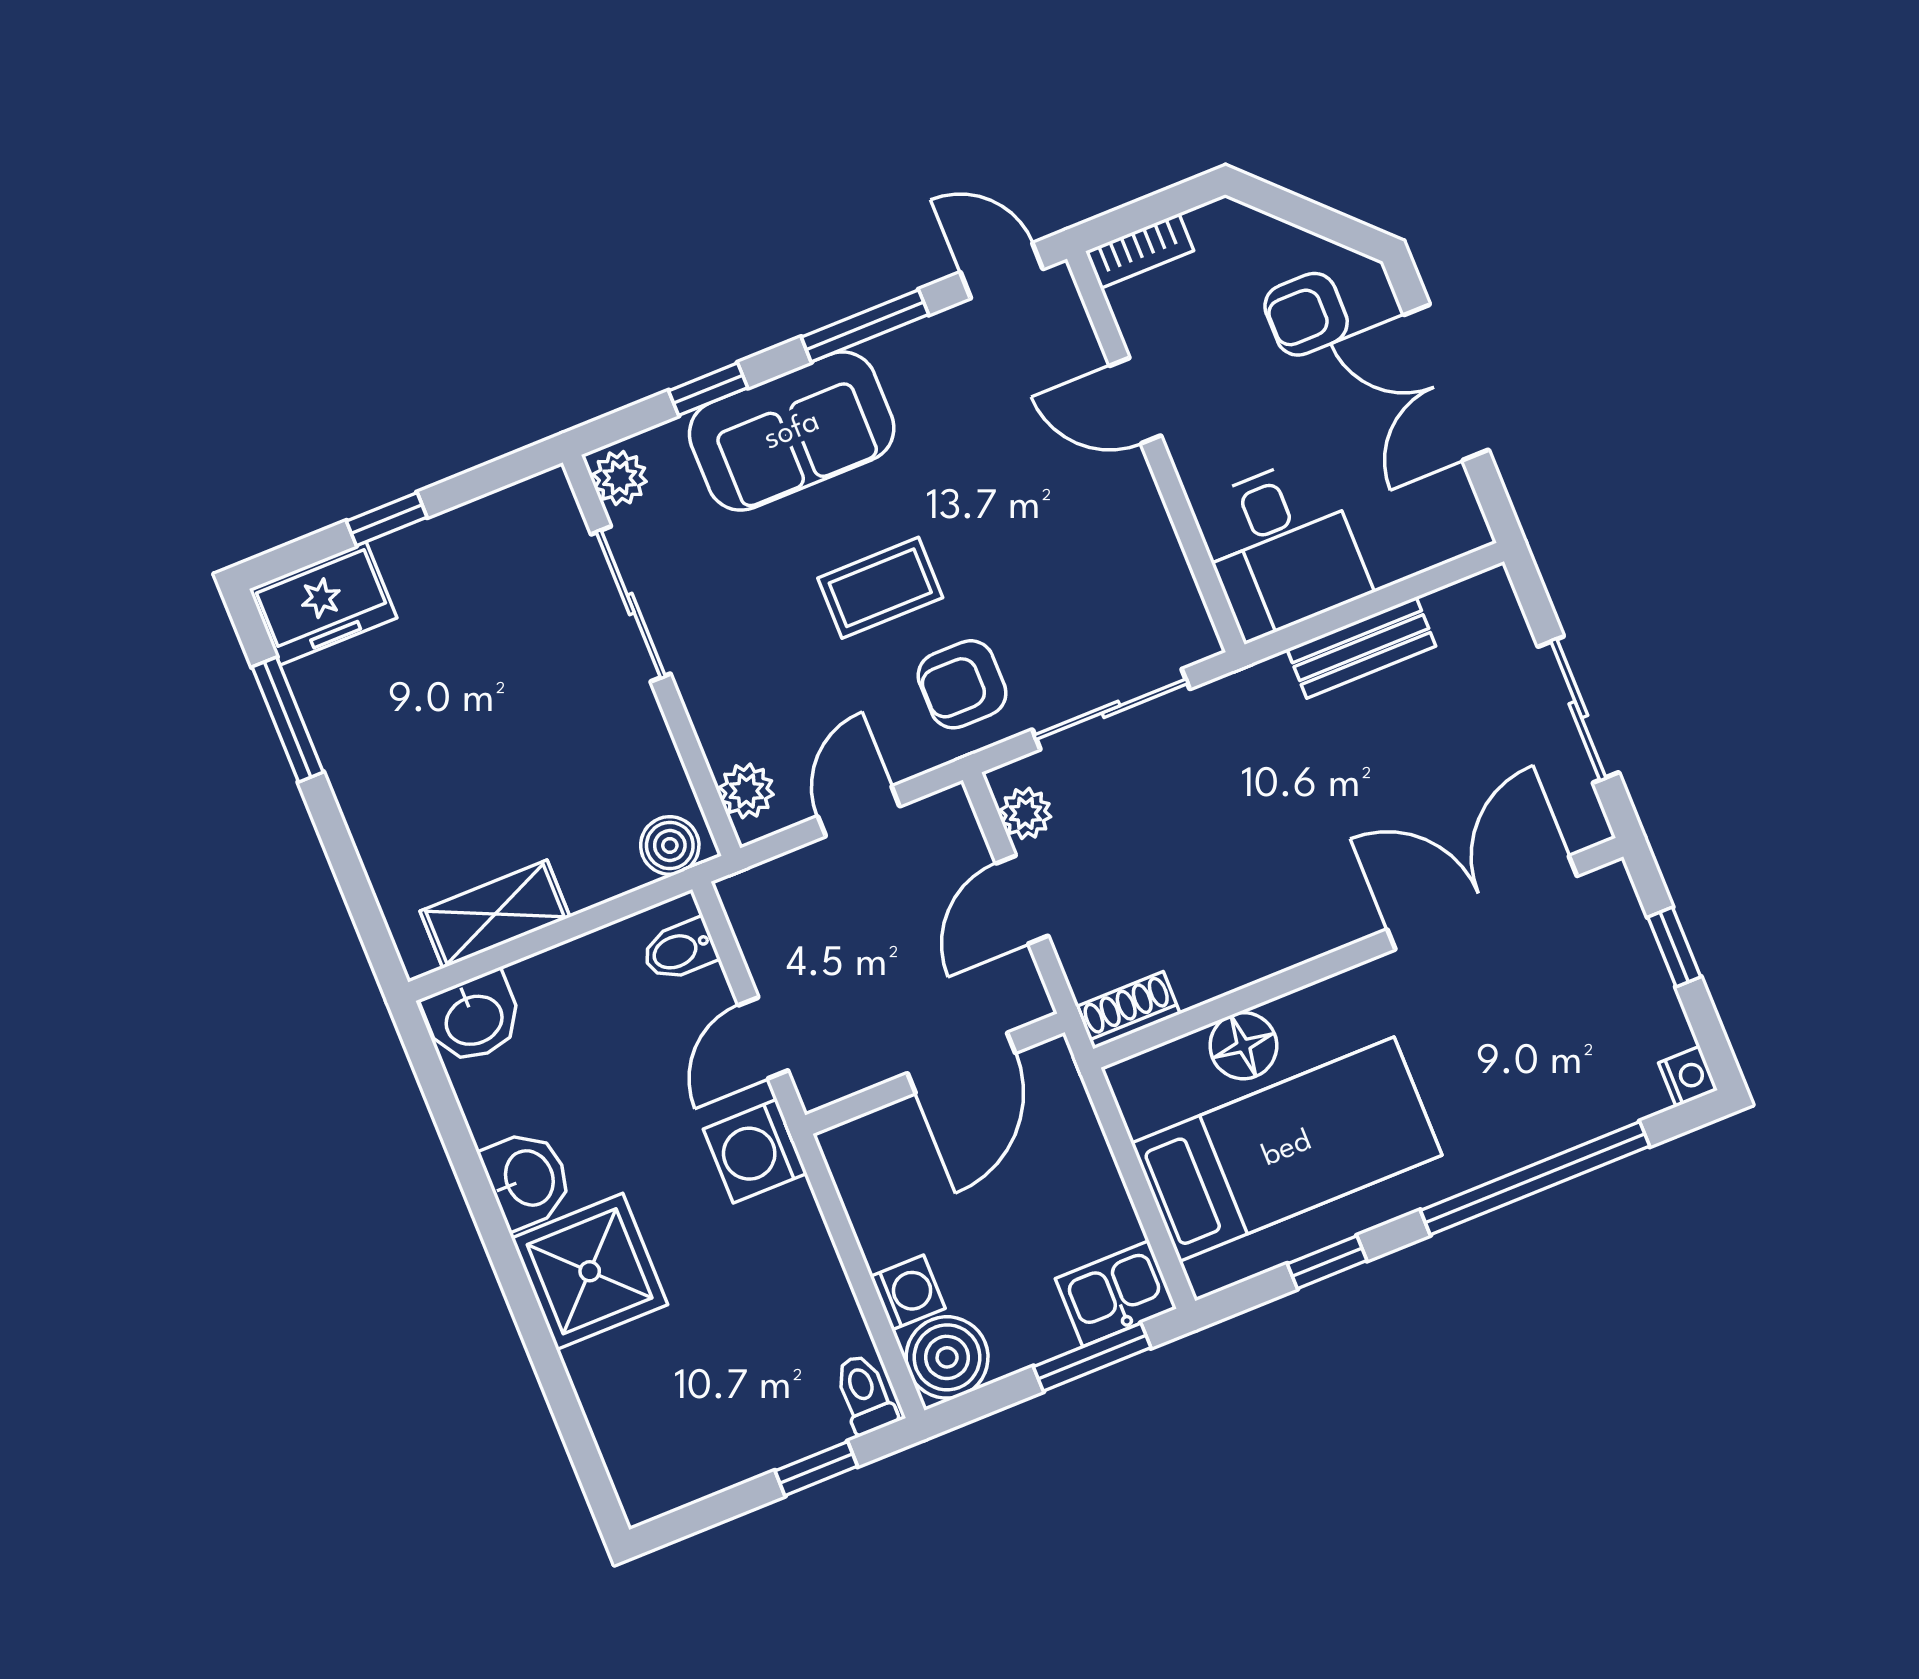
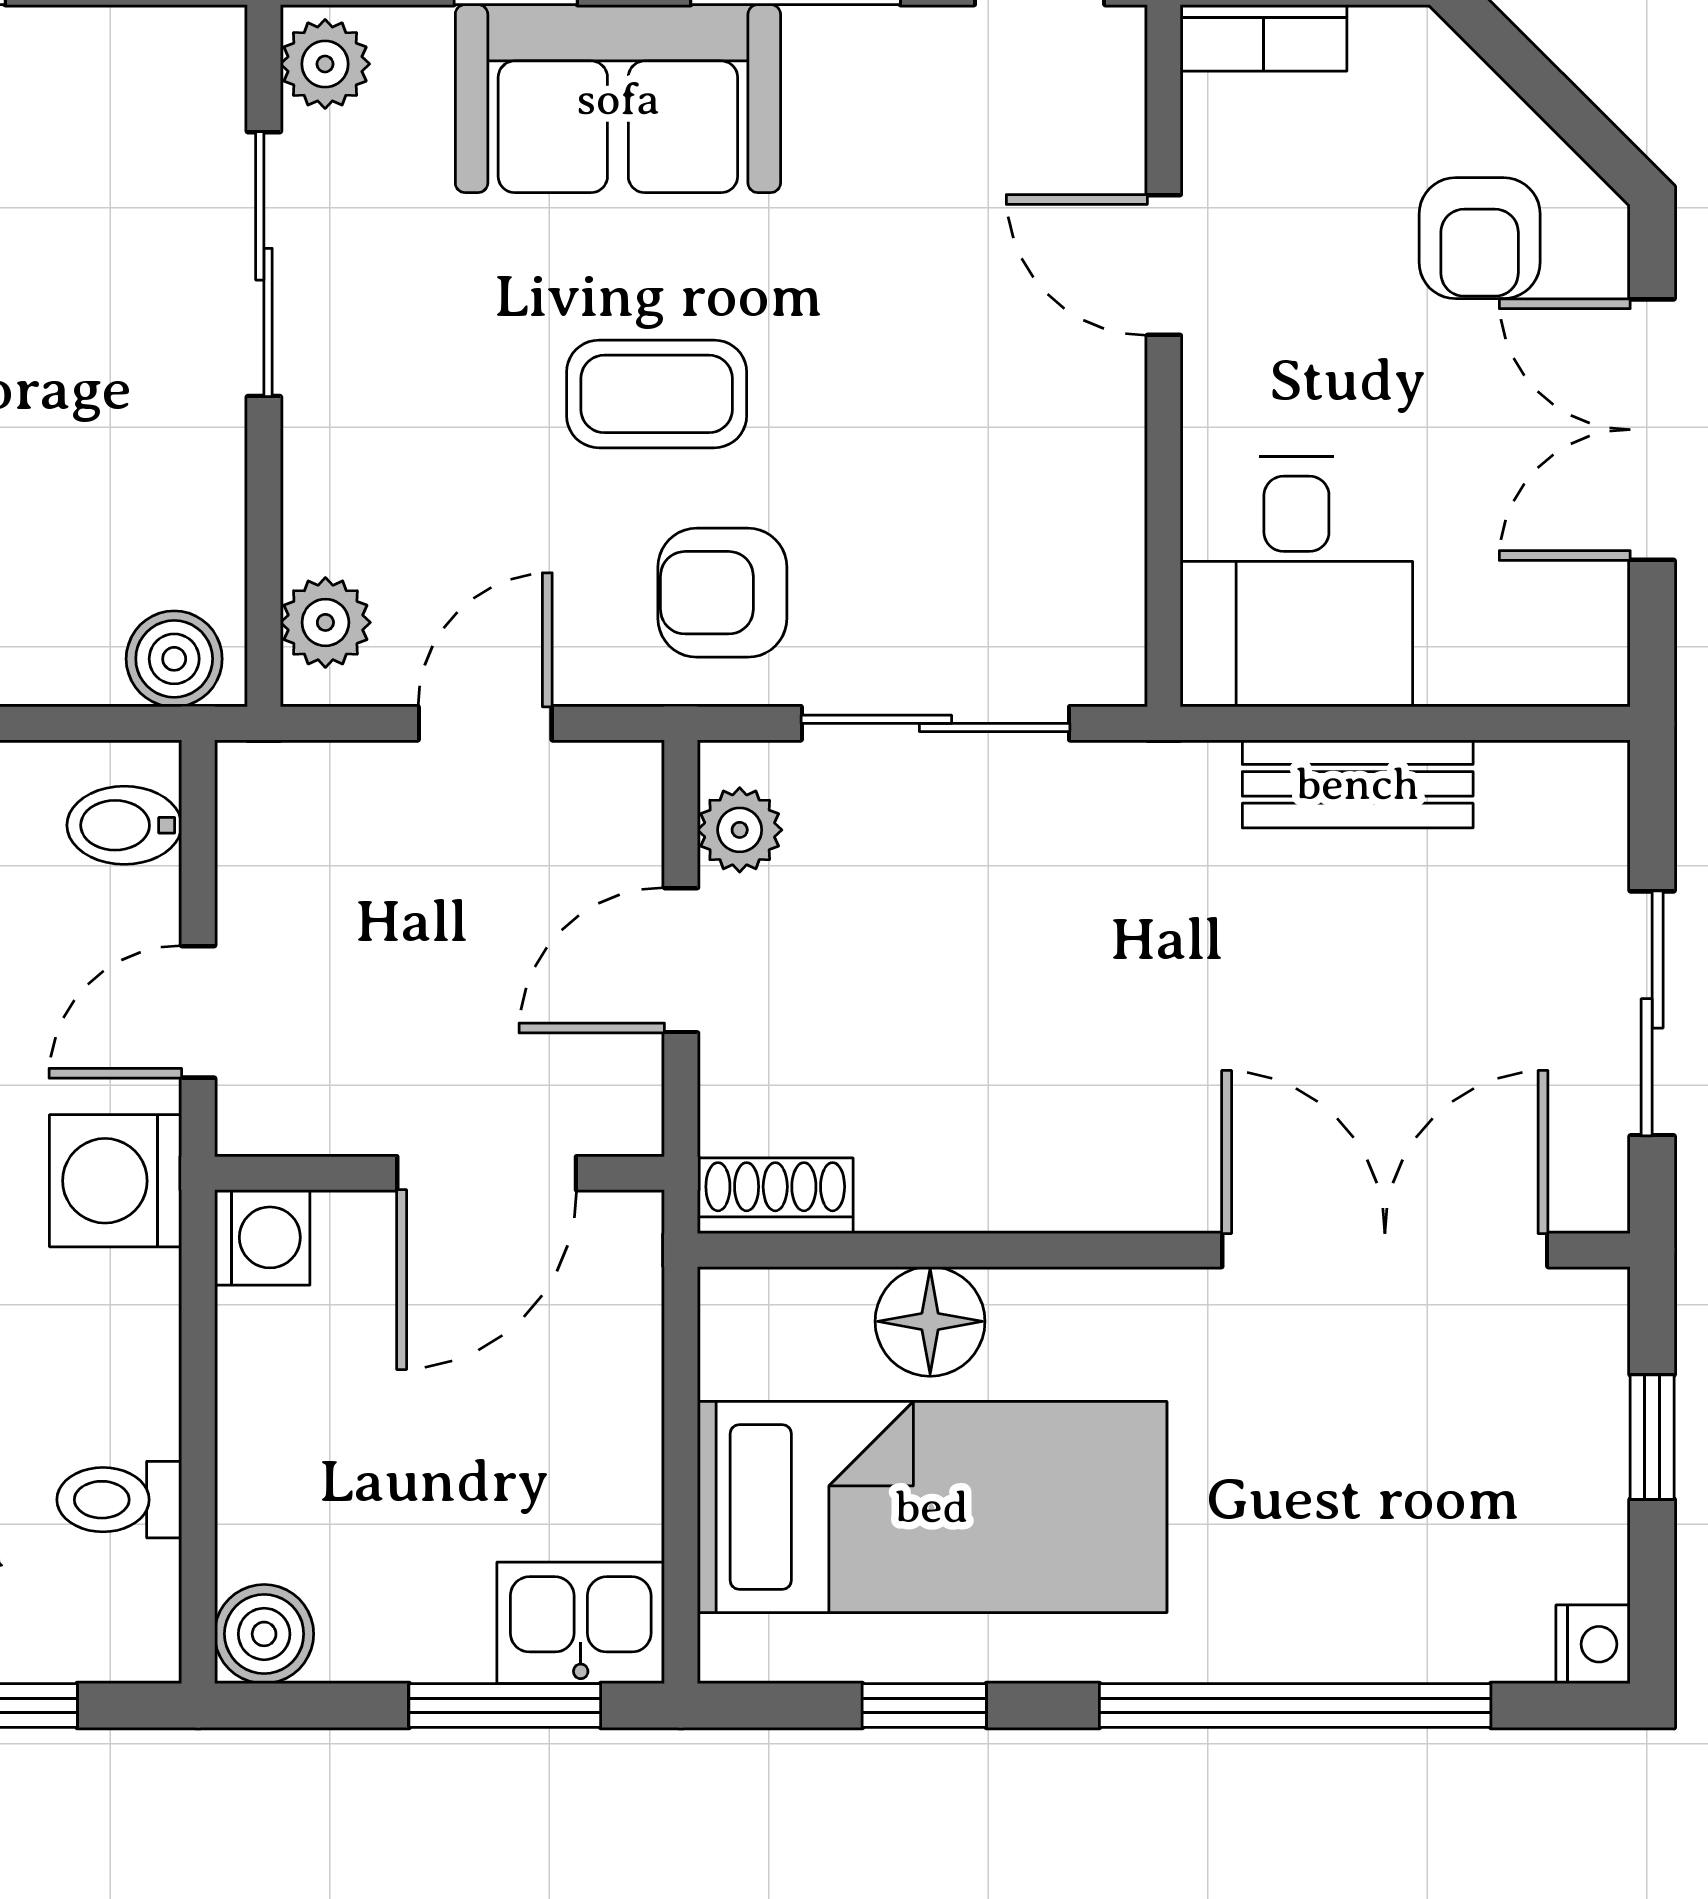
armchair: (1306, 314) -> (1480, 238), turned -90
washing machine: (908, 1292) -> (262, 1237), moved
boiler: (947, 1357) -> (264, 1634), width x0.73, depth x0.73
toilet: (865, 1394) -> (119, 1500), moved, turned -90

